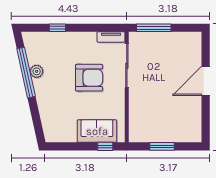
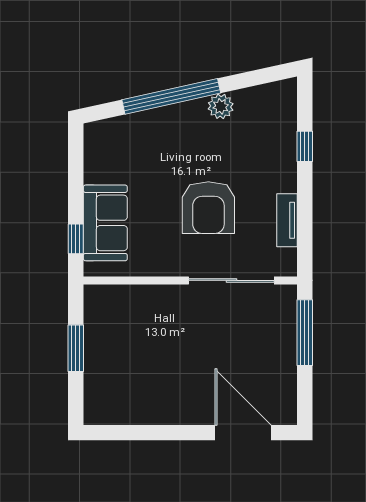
tv unit: (111, 37) -> (287, 220), moved
window: (26, 73) -> (171, 96), moved
door: (206, 81) -> (243, 433), moved

